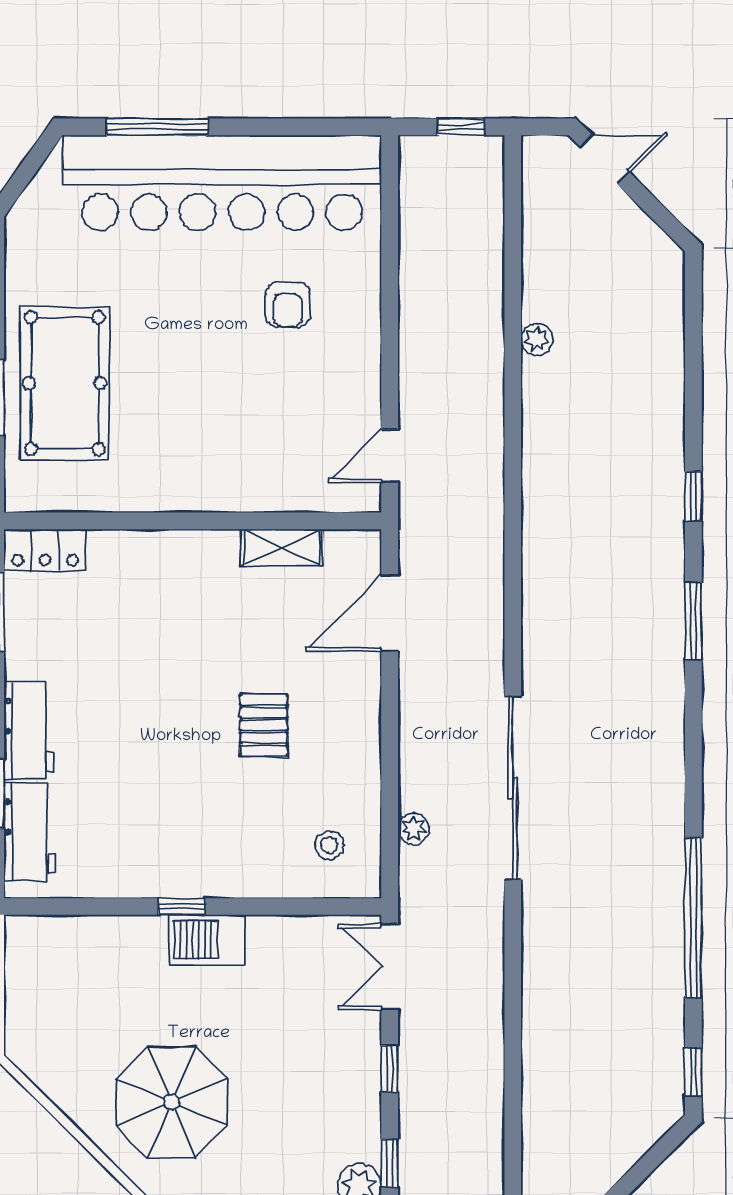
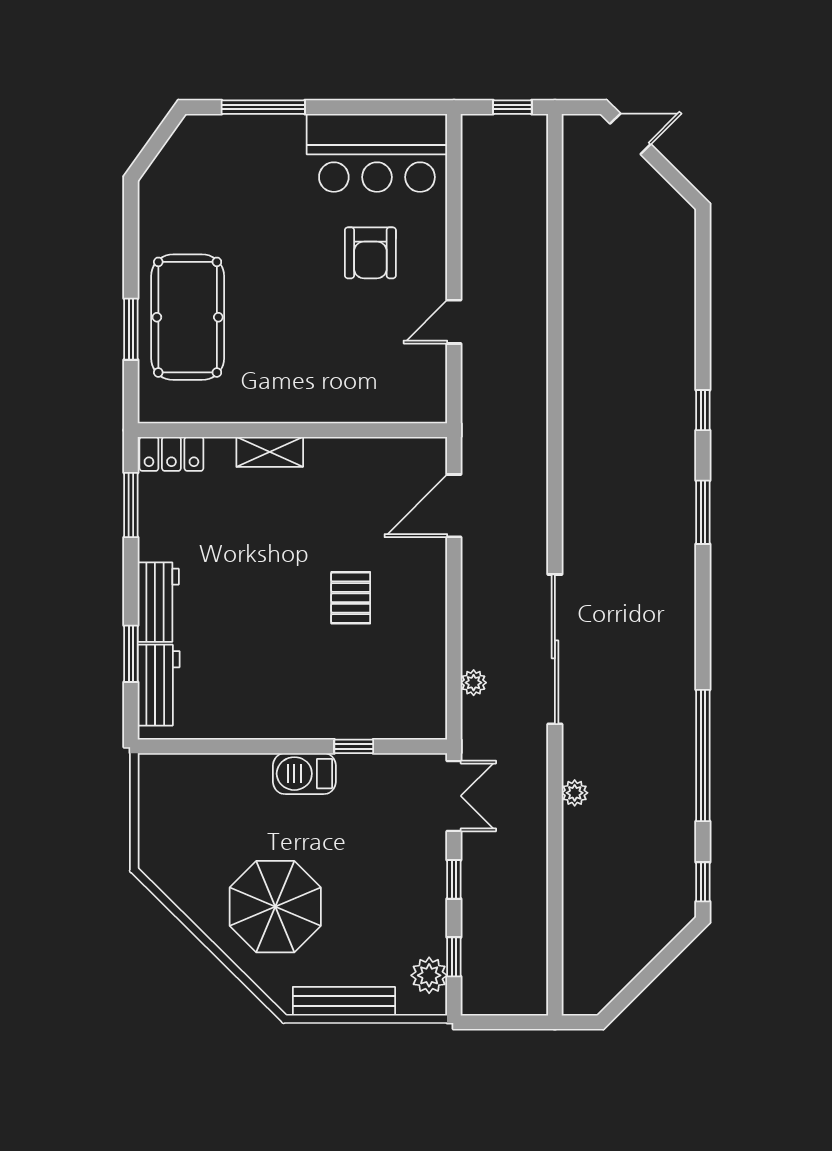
bar counter: (222, 183) -> (377, 153), width x0.54
armchair: (288, 305) -> (370, 253), width x1.38, depth x1.38
plant: (537, 339) -> (575, 793), moved
door: (390, 456) -> (454, 322), moved
shelving: (282, 547) -> (270, 452), moved
stool: (329, 845) -> (404, 696), removed
window: (182, 907) -> (354, 746), moved
double door: (390, 967) -> (454, 796), swing flipped

